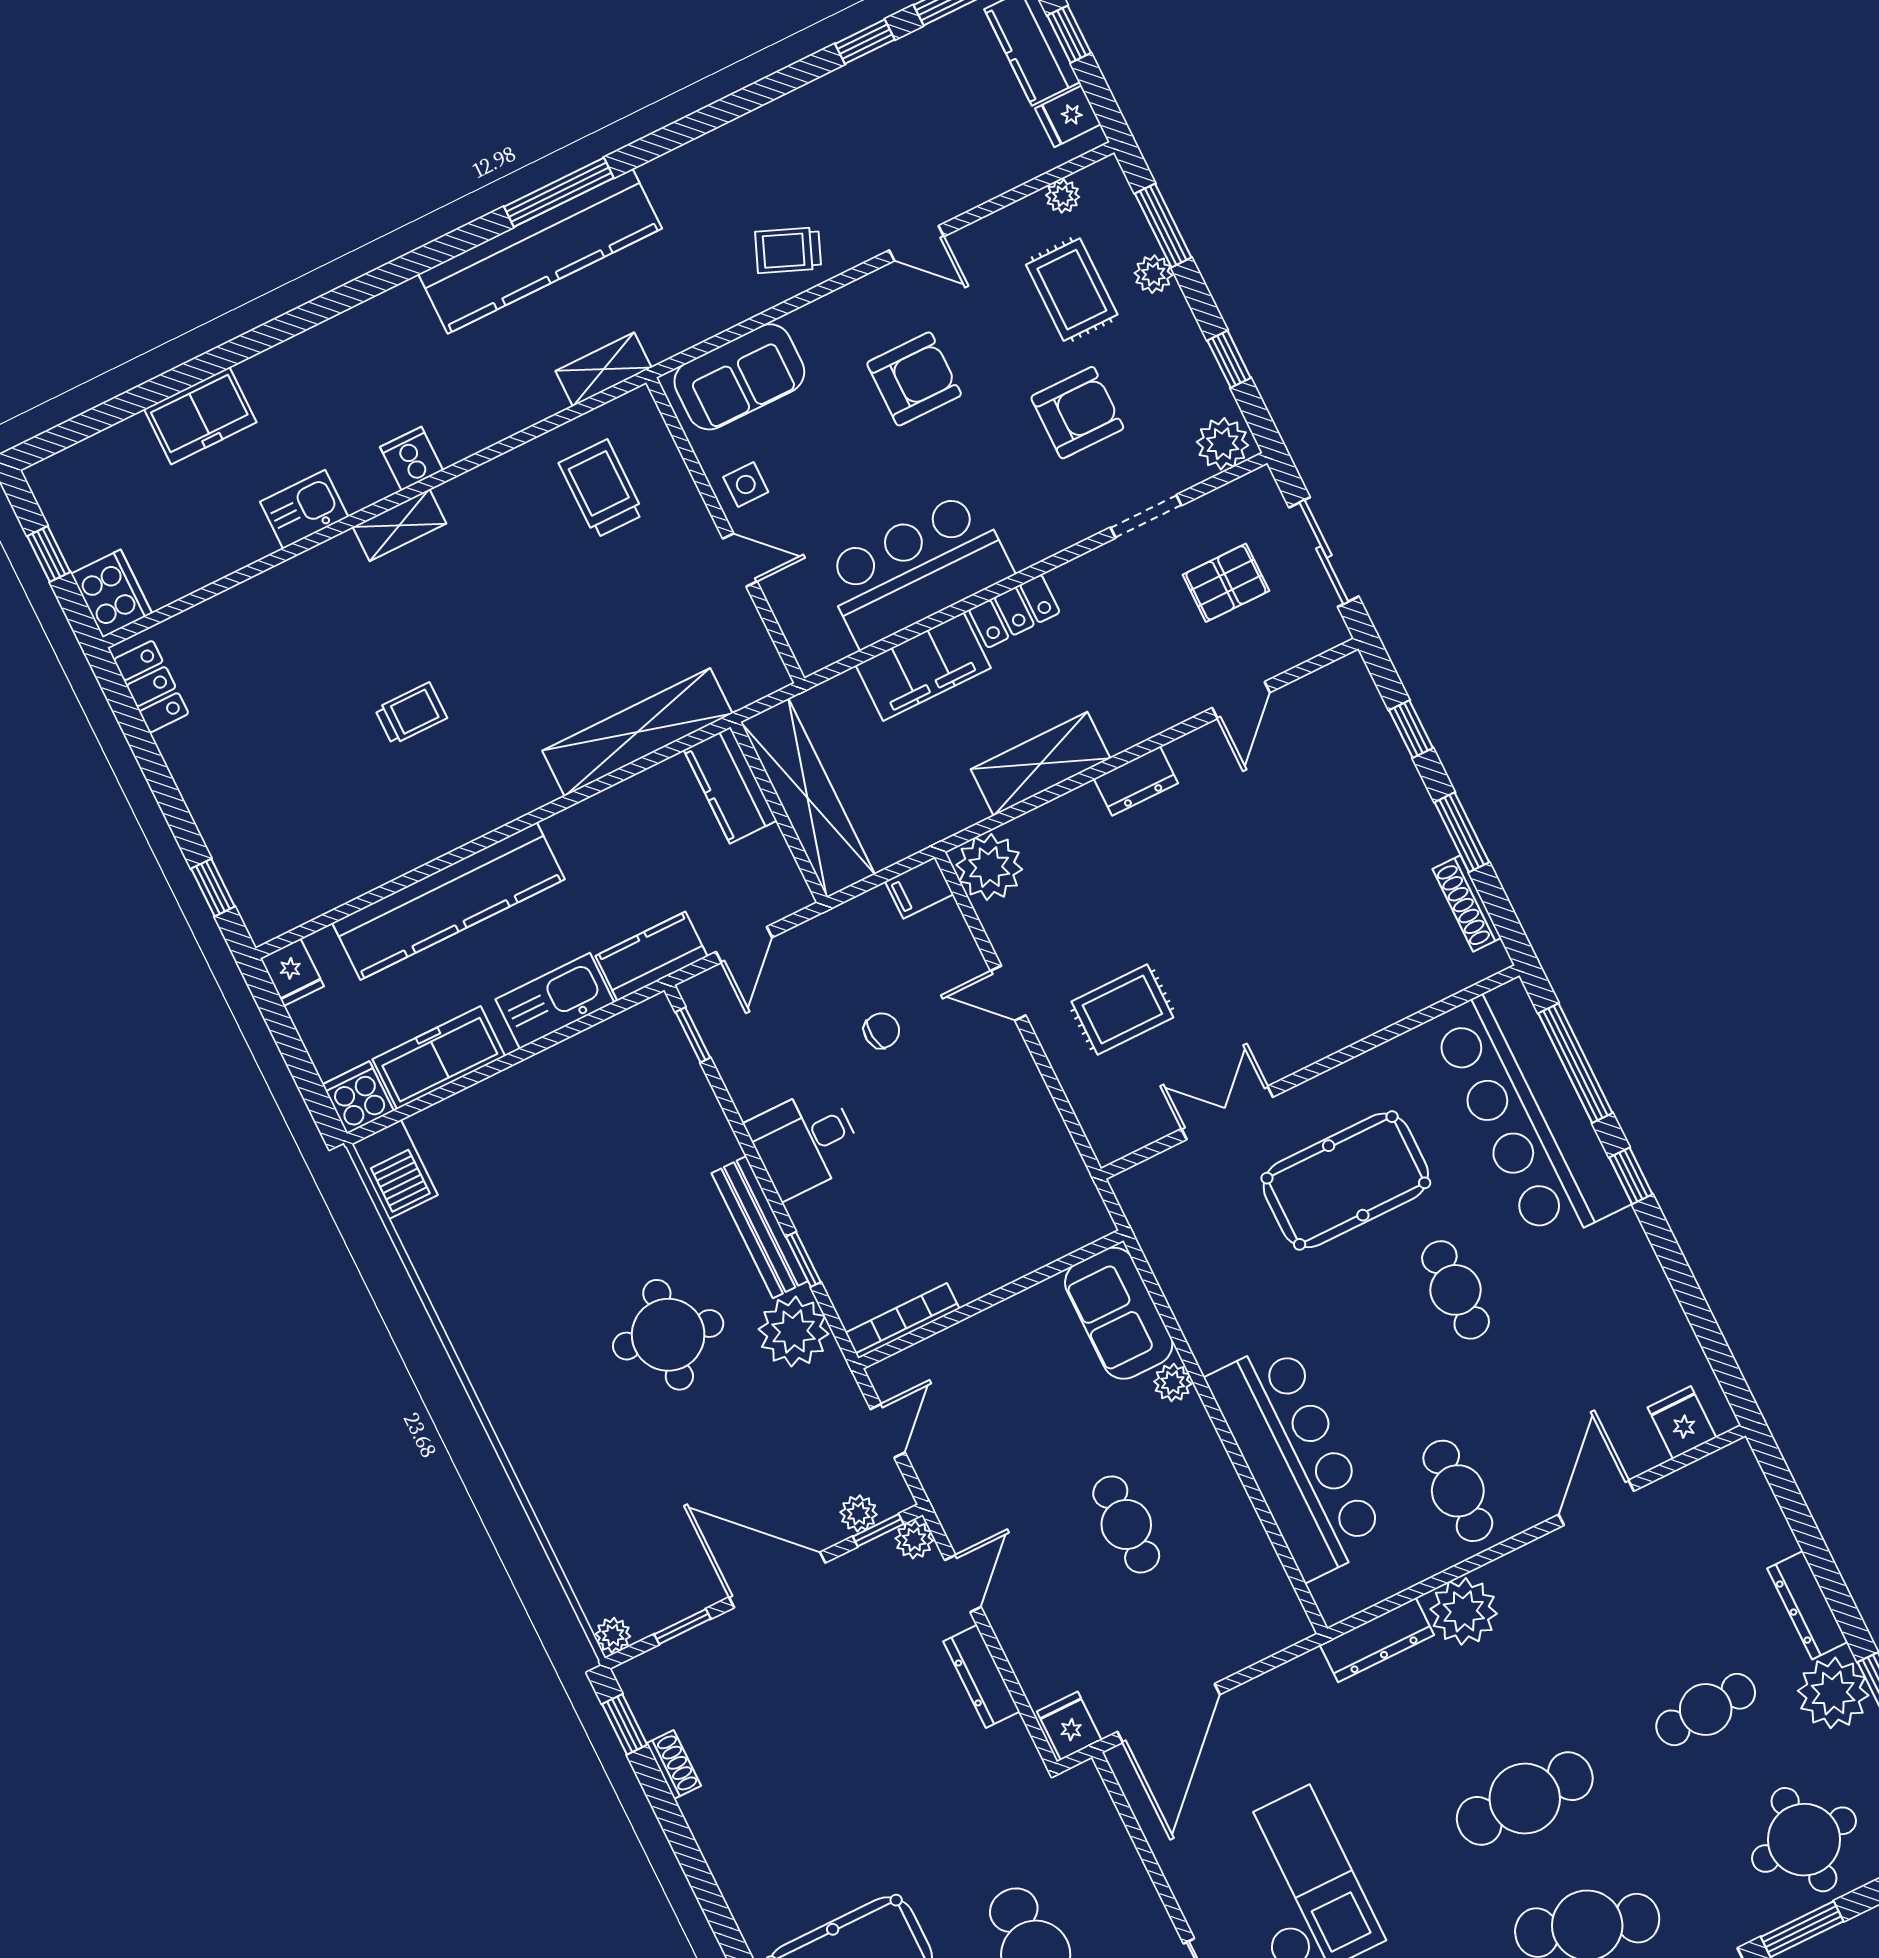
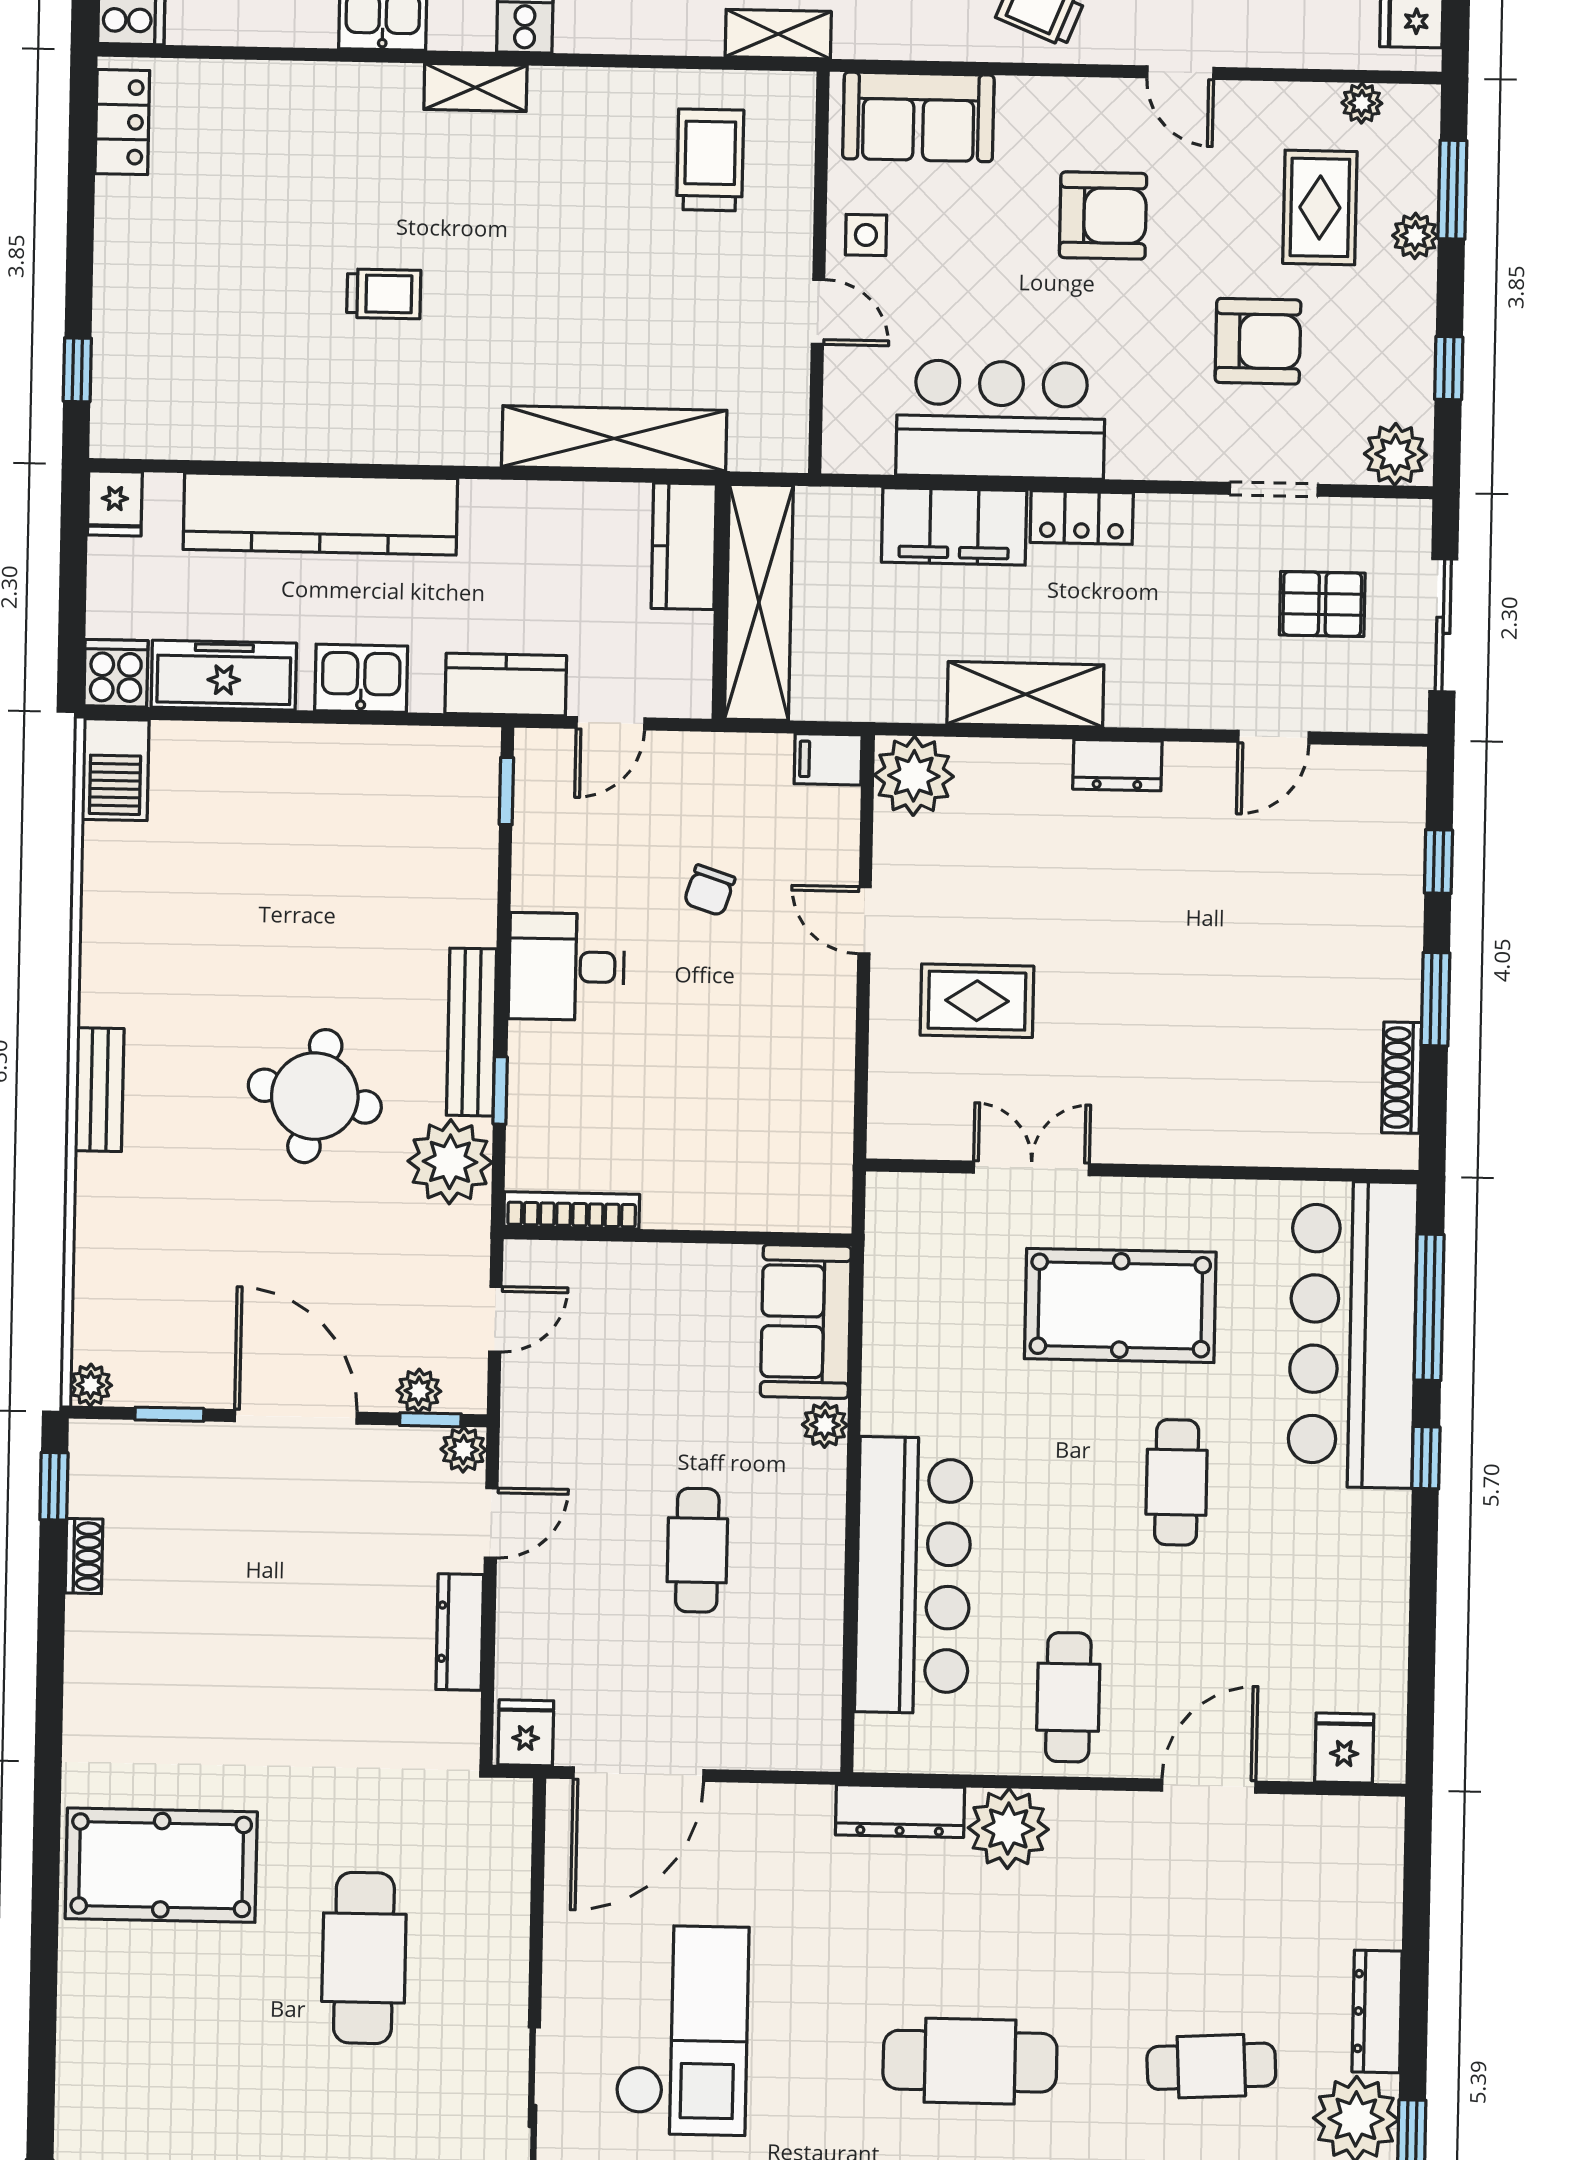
kitchen sink: (555, 1001) -> (361, 678), width x0.73
chair: (882, 1031) -> (709, 890), turned 115
bench: (506, 1413) -> (99, 1090), added

